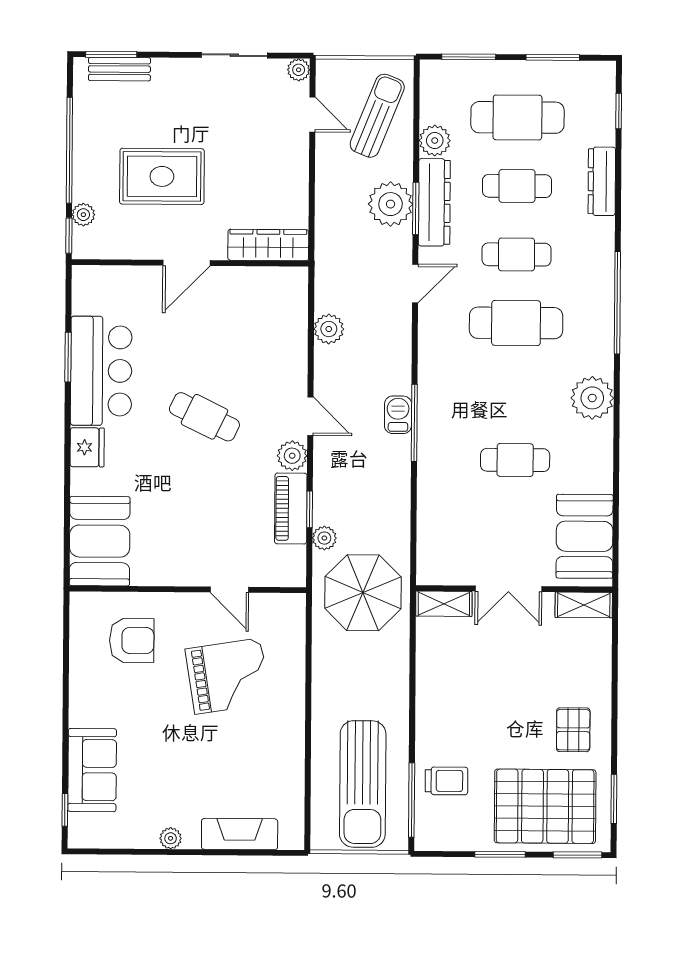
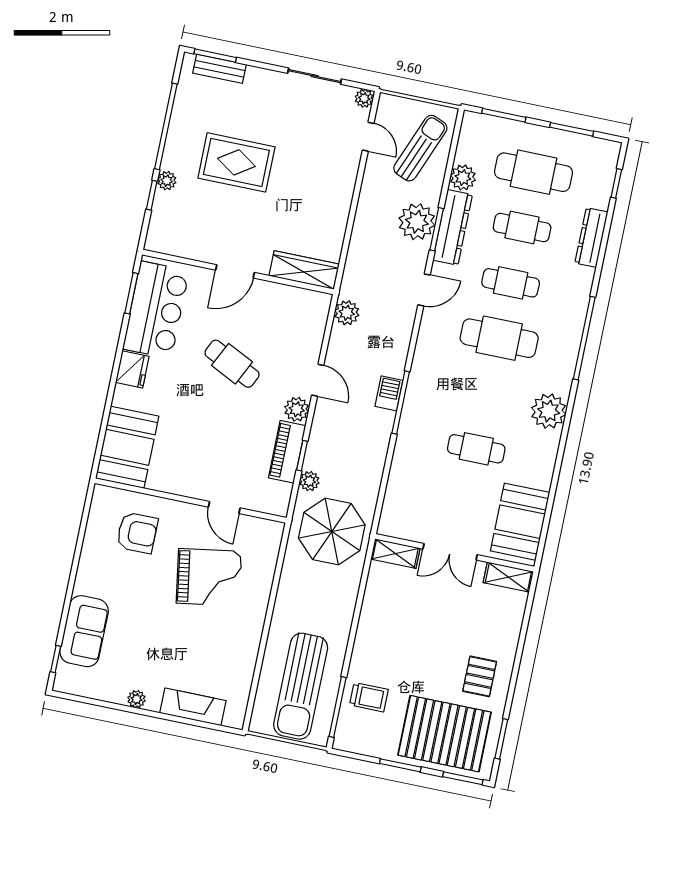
wardrobe: (268, 245) -> (304, 270), moved
door: (186, 263) -> (235, 271), moved
wall: (190, 263) -> (238, 272), moved

